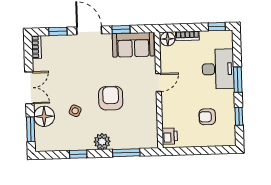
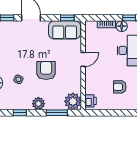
window: (121, 29) -> (67, 18), moved
floor lamp: (168, 39) -> (122, 26), moved
plant: (147, 137) -> (73, 101), added

